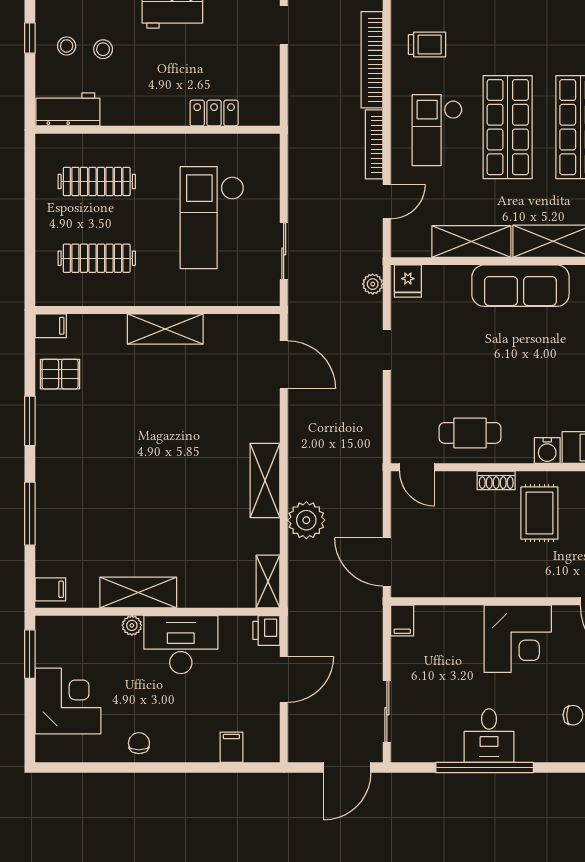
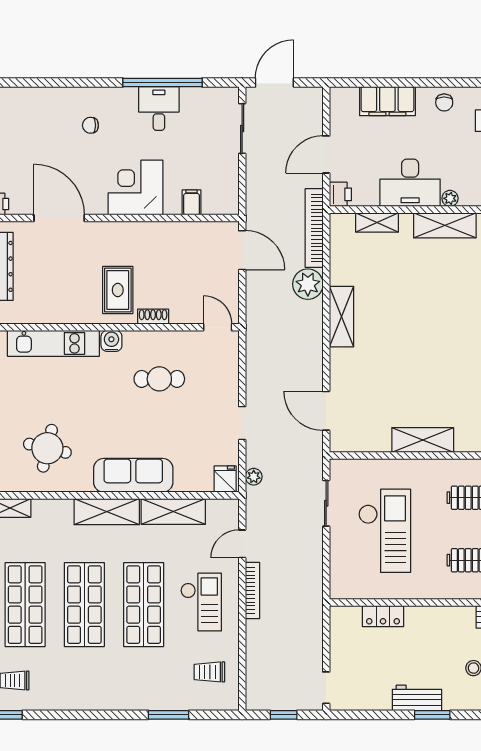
bookcase: (372, 60) -> (314, 228), moved, turned 180
cafe table: (470, 433) -> (159, 379), moved
shelving: (268, 581) -> (377, 222), moved, turned 90
filing cabinet: (402, 621) -> (192, 202), moved
filing cabinet: (231, 747) -> (387, 101), width x3.00, depth x1.17

